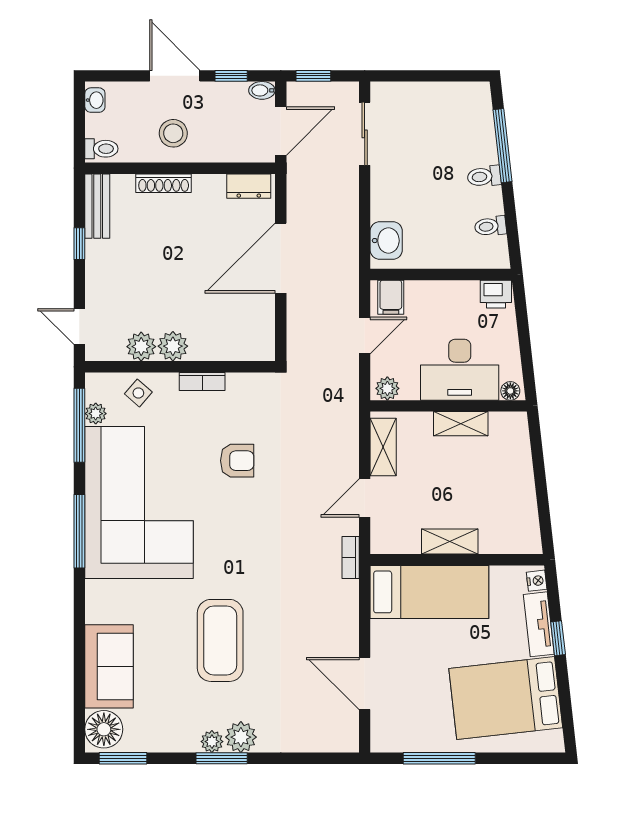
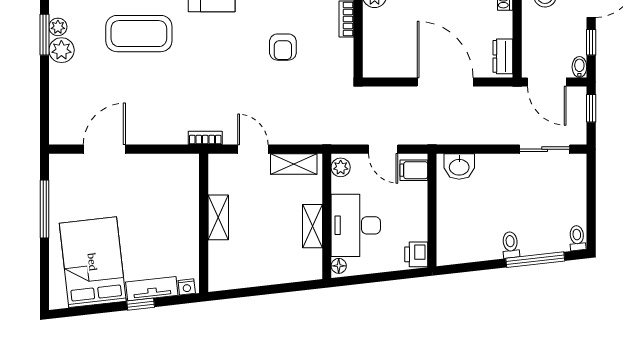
toilet: (490, 226) -> (577, 238), moved
bed: (429, 592) -> (178, 201), removed

